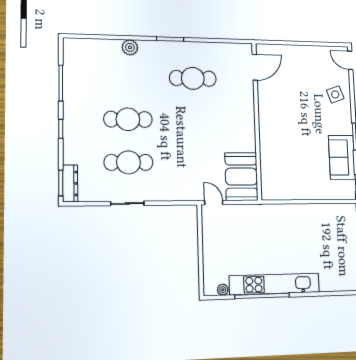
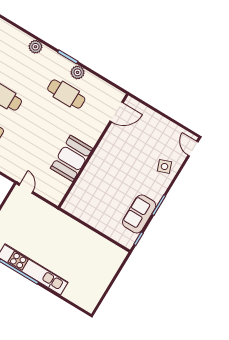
plant: (190, 49) -> (78, 72), added
booth: (241, 177) -> (72, 158), moved

